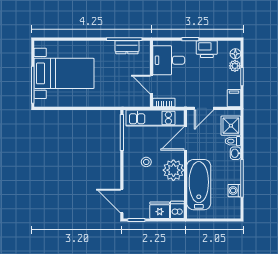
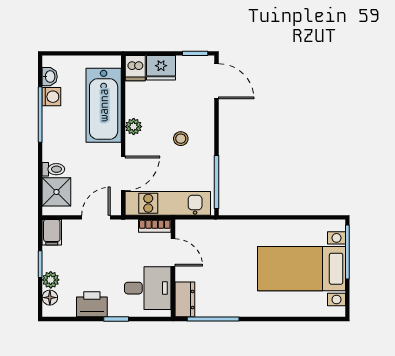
dresser: (127, 47) -> (185, 299), moved, turned 90
washbasin: (235, 153) -> (50, 77), moved
plant: (173, 170) -> (134, 127), width x0.53, depth x0.53

